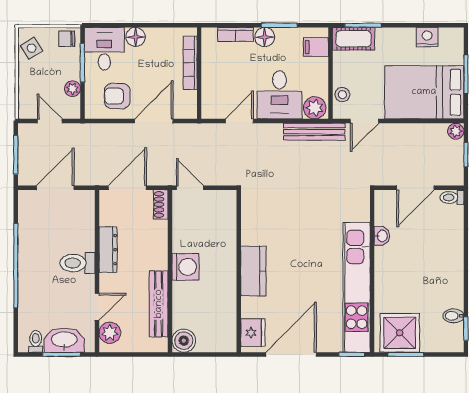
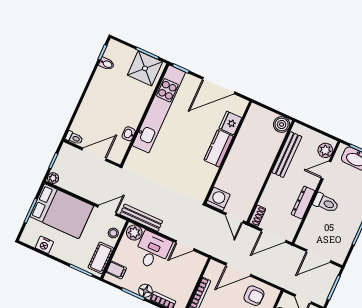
cot: (353, 39) -> (101, 258), moved, turned 90
washing machine: (185, 267) -> (218, 199), moved, turned 90
fridge: (253, 333) -> (230, 123), moved

